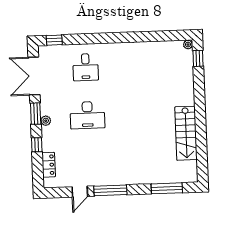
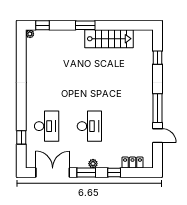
window: (54, 40) -> (21, 137), moved
desk: (86, 67) -> (47, 126), width x1.37
double door: (34, 76) -> (53, 172), swing flipped
window: (200, 106) -> (85, 25), added
window: (167, 188) -> (158, 58), width x0.46

